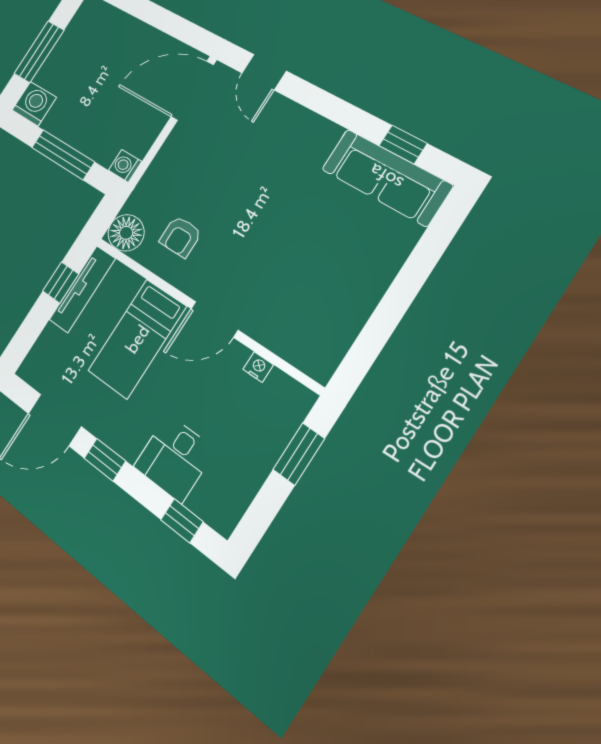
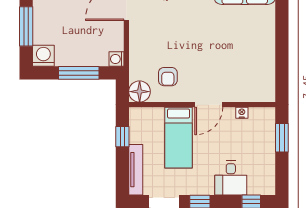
tv unit: (82, 289) -> (136, 170), moved

